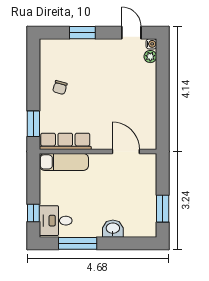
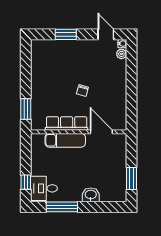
chair: (60, 87) -> (82, 91), moved
row of seats: (65, 141) -> (67, 123), moved
exam couch: (64, 162) -> (65, 140), moved

